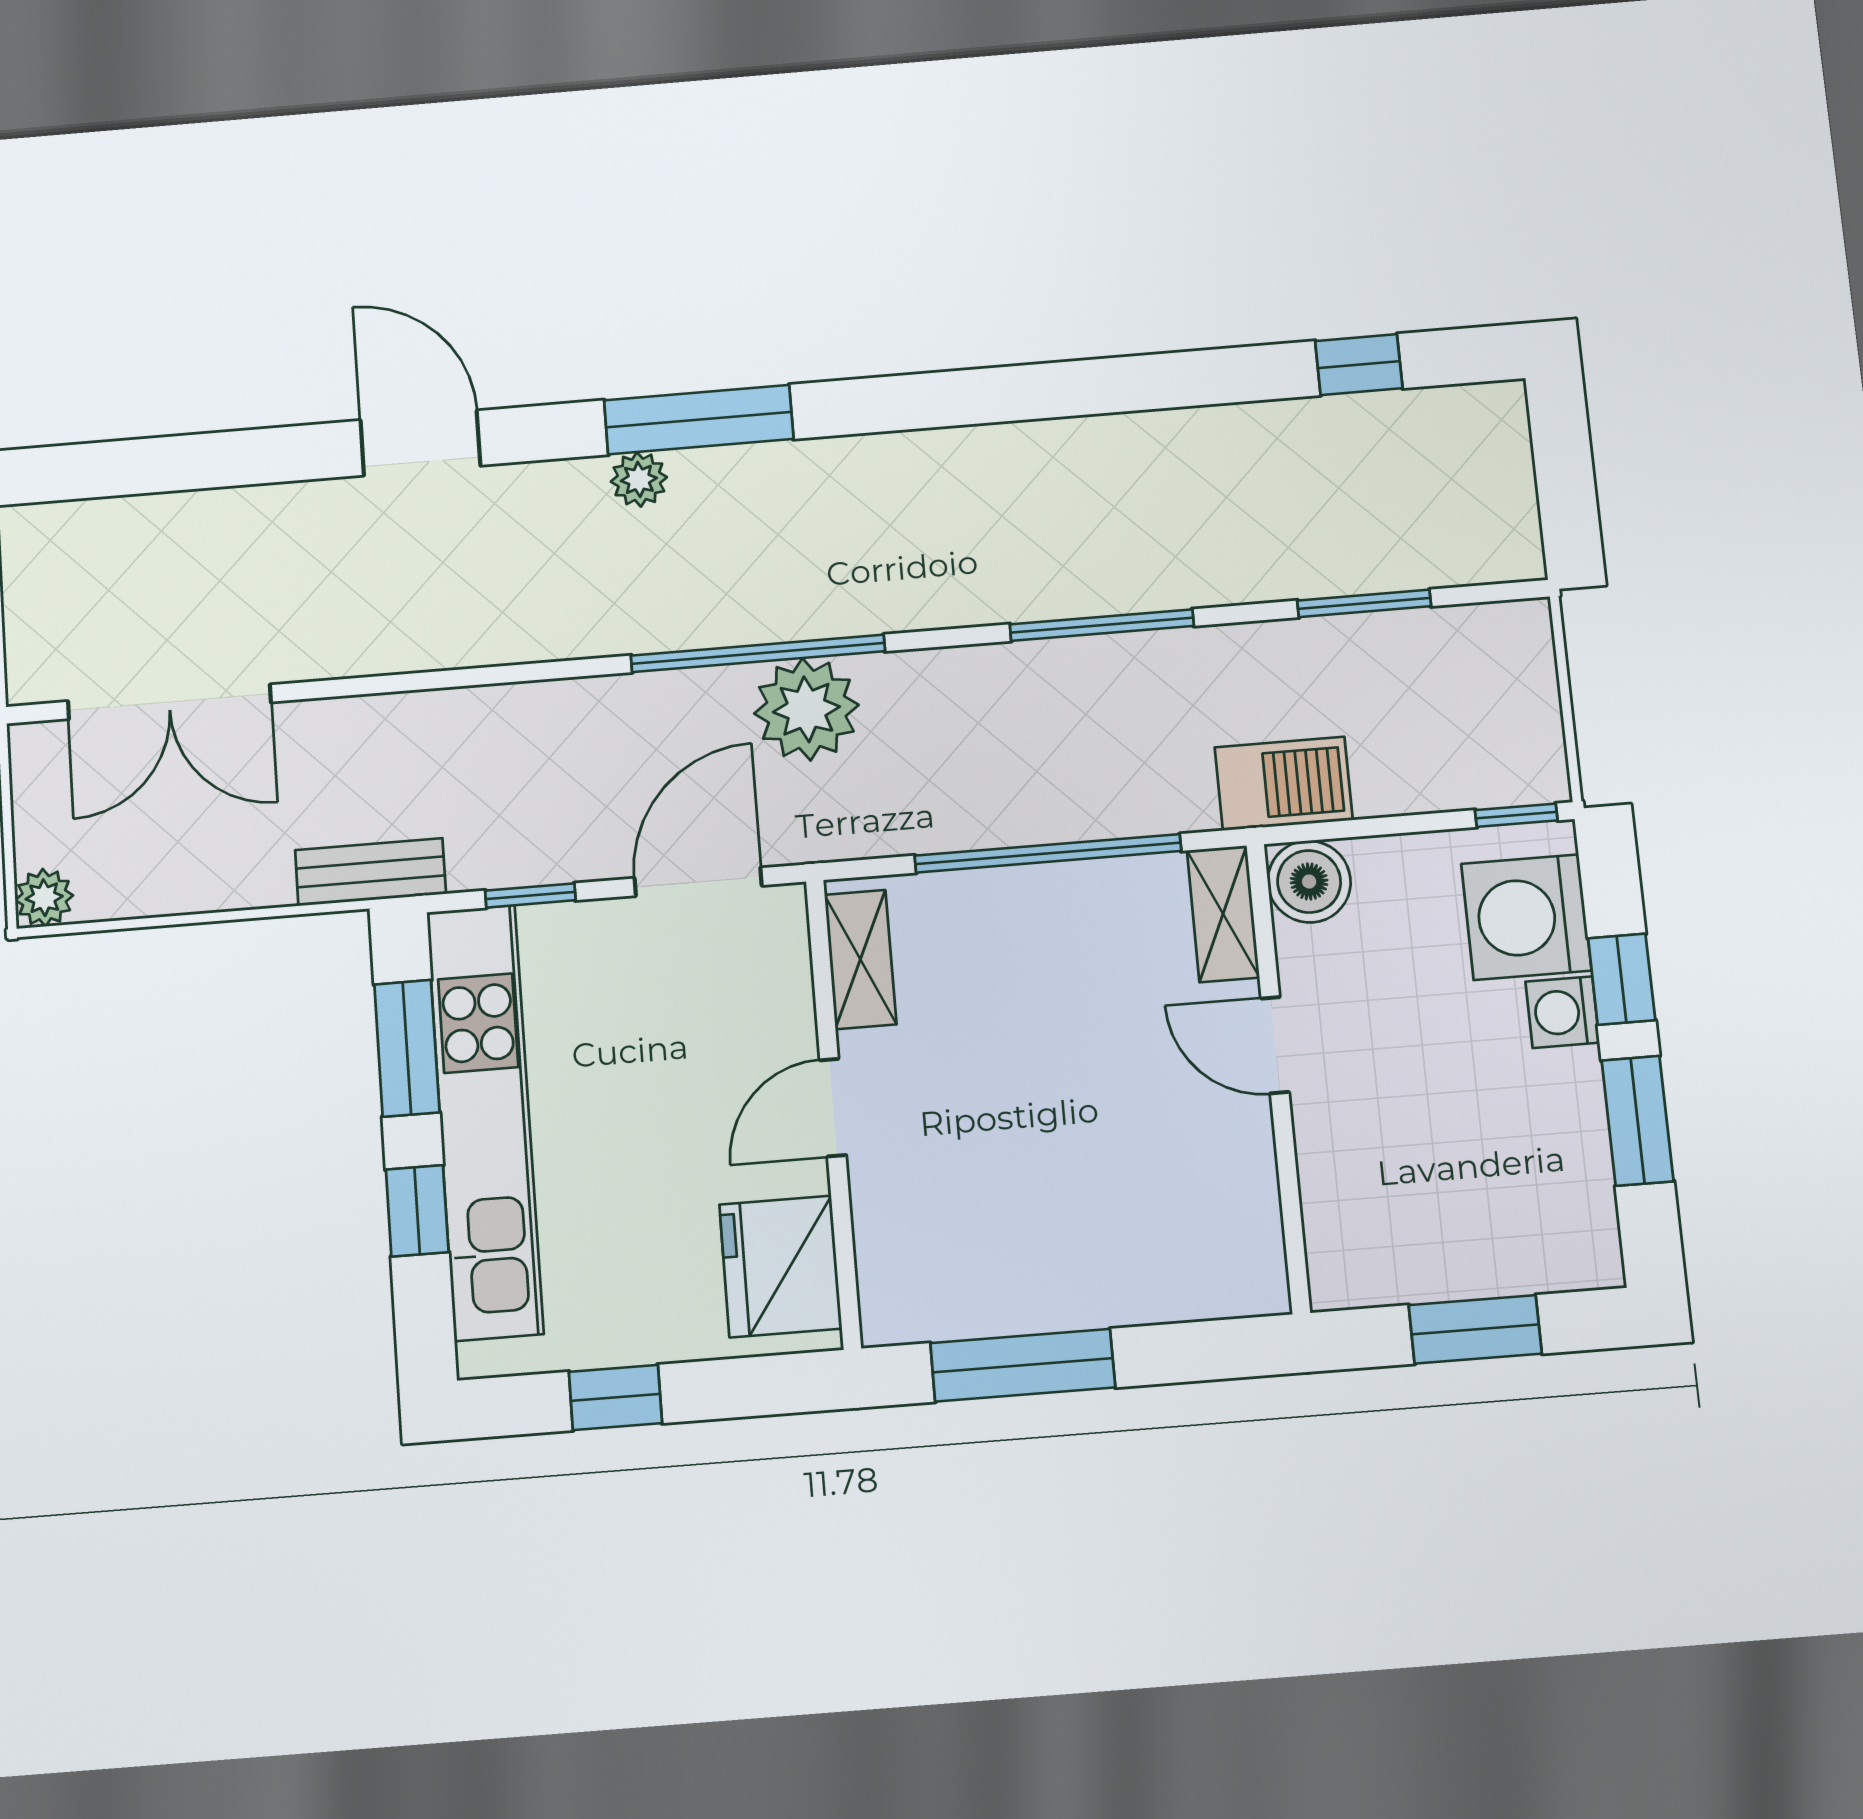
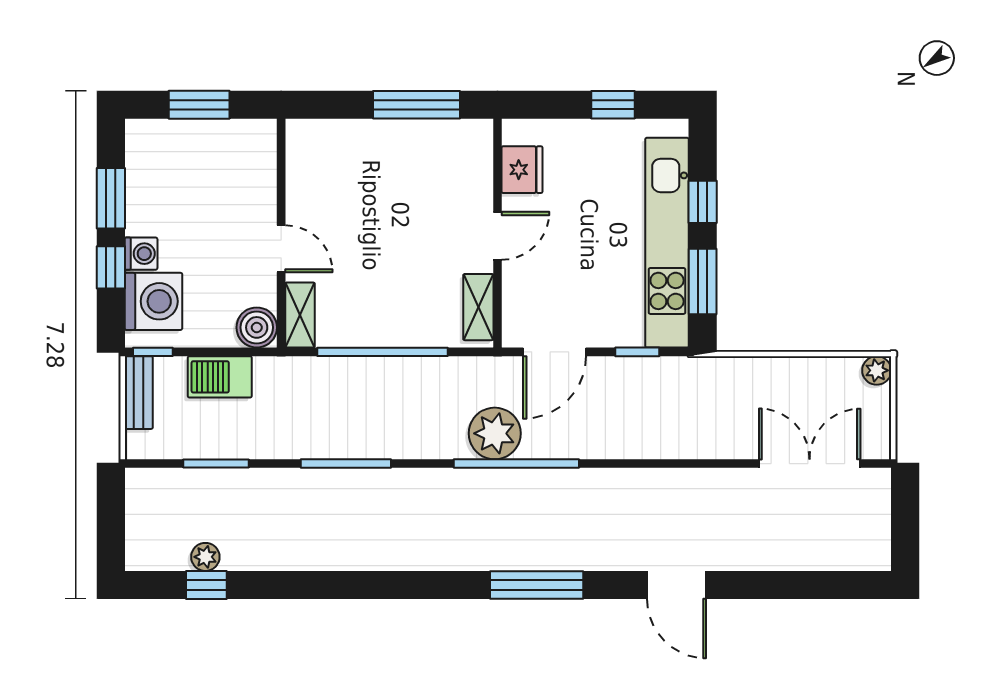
plant: (639, 479) -> (205, 557), moved
barbecue: (1284, 784) -> (220, 377), moved
bench: (370, 872) -> (139, 393), moved, turned 90
fridge: (781, 1266) -> (522, 170), width x0.73, depth x0.75

